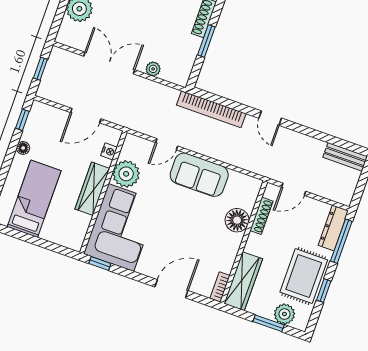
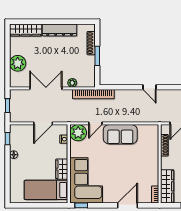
bookcase: (211, 109) -> (93, 94), moved
plant: (126, 174) -> (78, 133), moved
wardrobe: (92, 189) -> (62, 169), width x0.67
bed: (34, 199) -> (46, 190), moved, turned -90
floor lamp: (237, 220) -> (151, 153), removed

